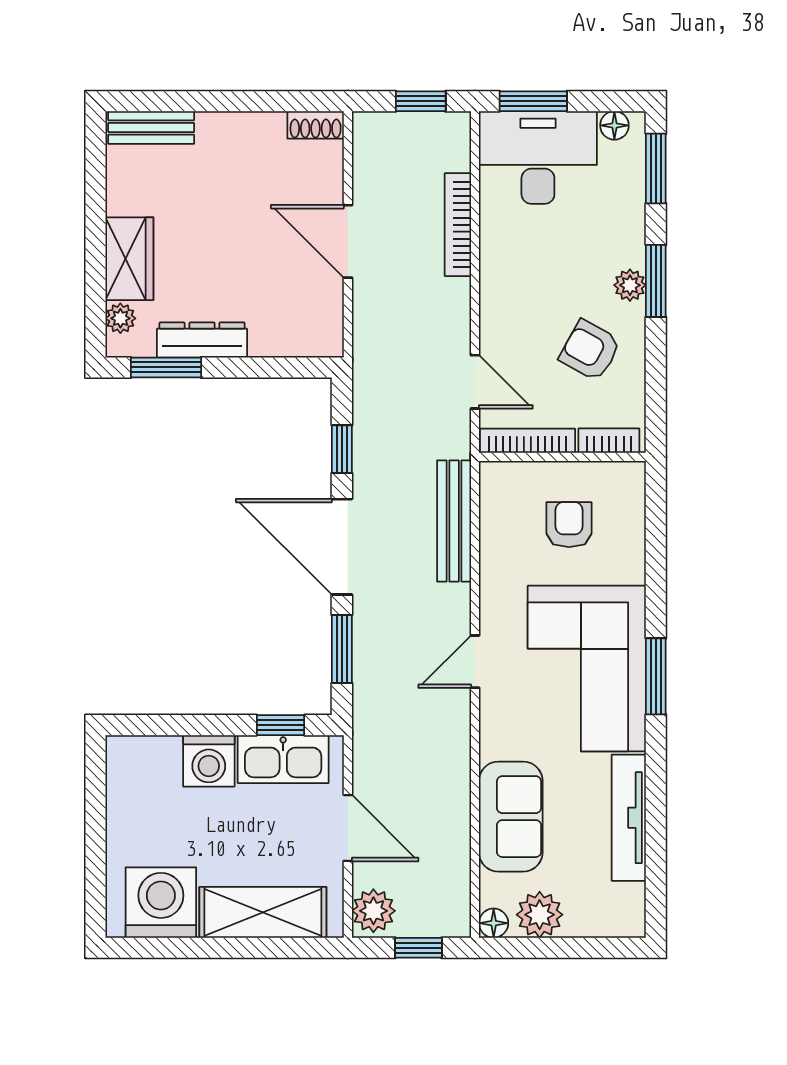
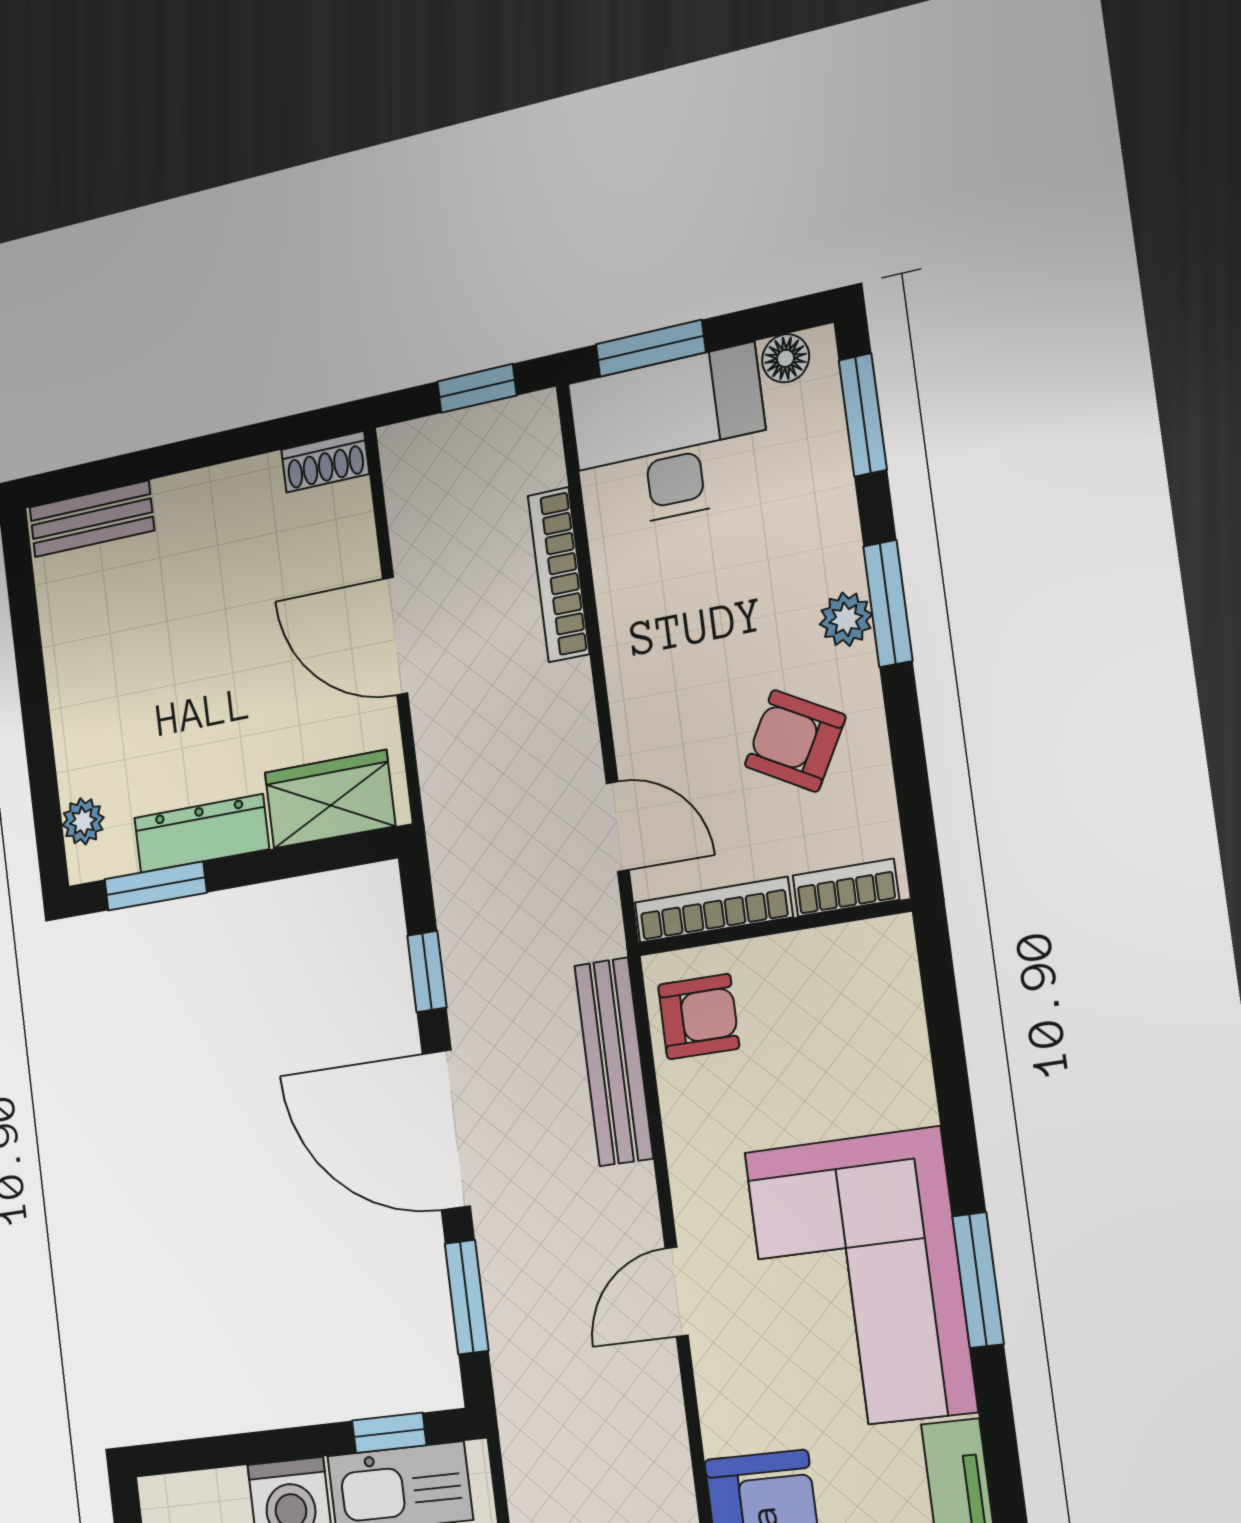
wardrobe: (129, 259) -> (330, 799), moved, turned -90
armchair: (569, 525) -> (699, 1017), moved, turned 90

